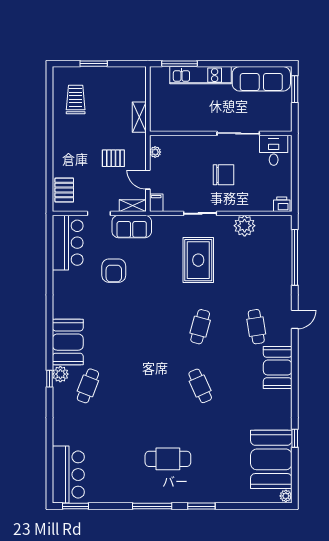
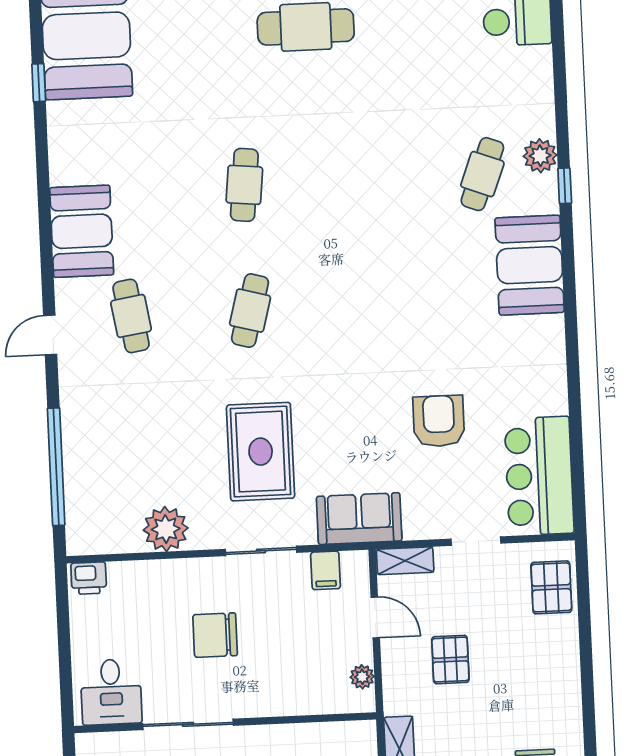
pallet: (113, 158) -> (450, 660), turned 90
filing cabinet: (156, 203) -> (326, 570), moved
sofa: (132, 226) -> (359, 519), moved
plant: (60, 374) -> (540, 156), moved
cafe table: (200, 386) -> (244, 185), turned 30

